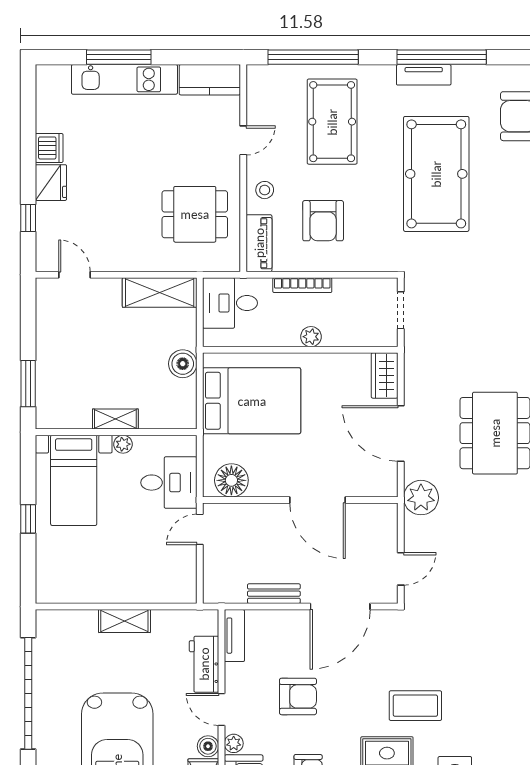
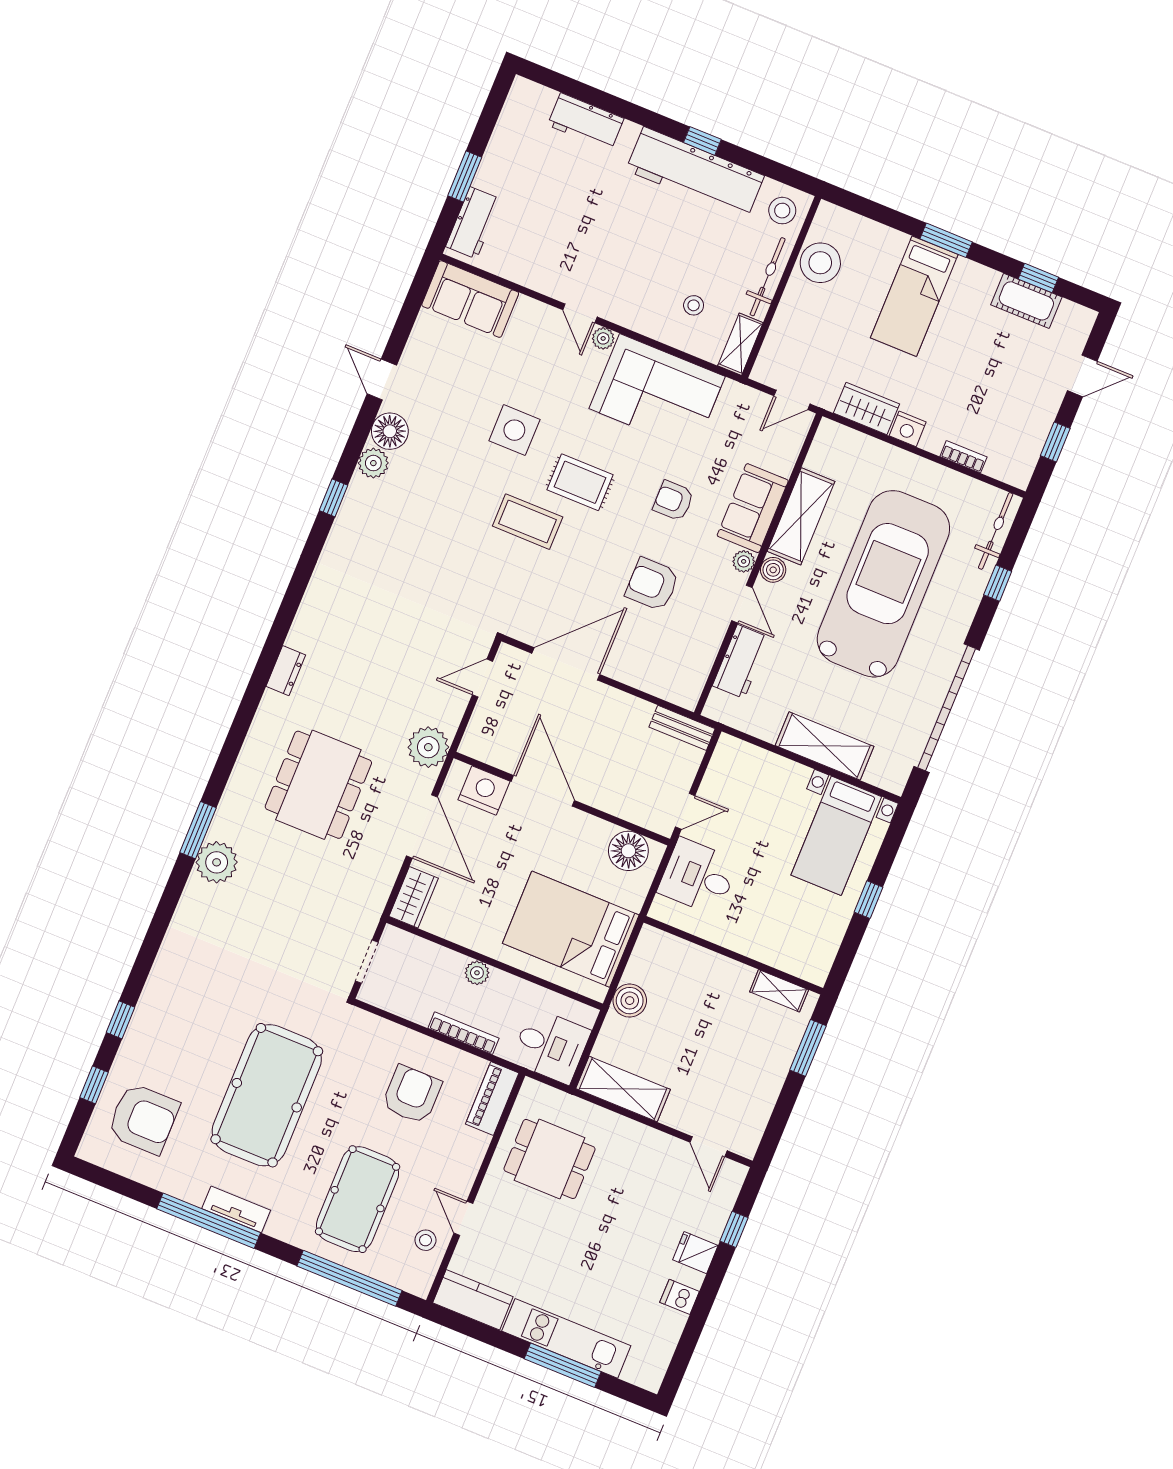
door: (243, 140) -> (463, 1218), hinge flipped
dishwasher: (49, 148) -> (680, 1297), width x0.73
fridge: (51, 183) -> (695, 1253), width x0.72
stool: (265, 190) -> (425, 1240), moved
shelving: (115, 419) -> (779, 991), moved
plant: (123, 444) -> (731, 939), removed
bed with nightstands: (74, 480) -> (836, 836), moved, turned 180
nightstand: (364, 481) -> (484, 791), added
bench: (274, 594) -> (682, 728), moved
shelving: (124, 621) -> (825, 746), width x1.50, depth x1.33
tv unit: (234, 636) -> (695, 679), removed

